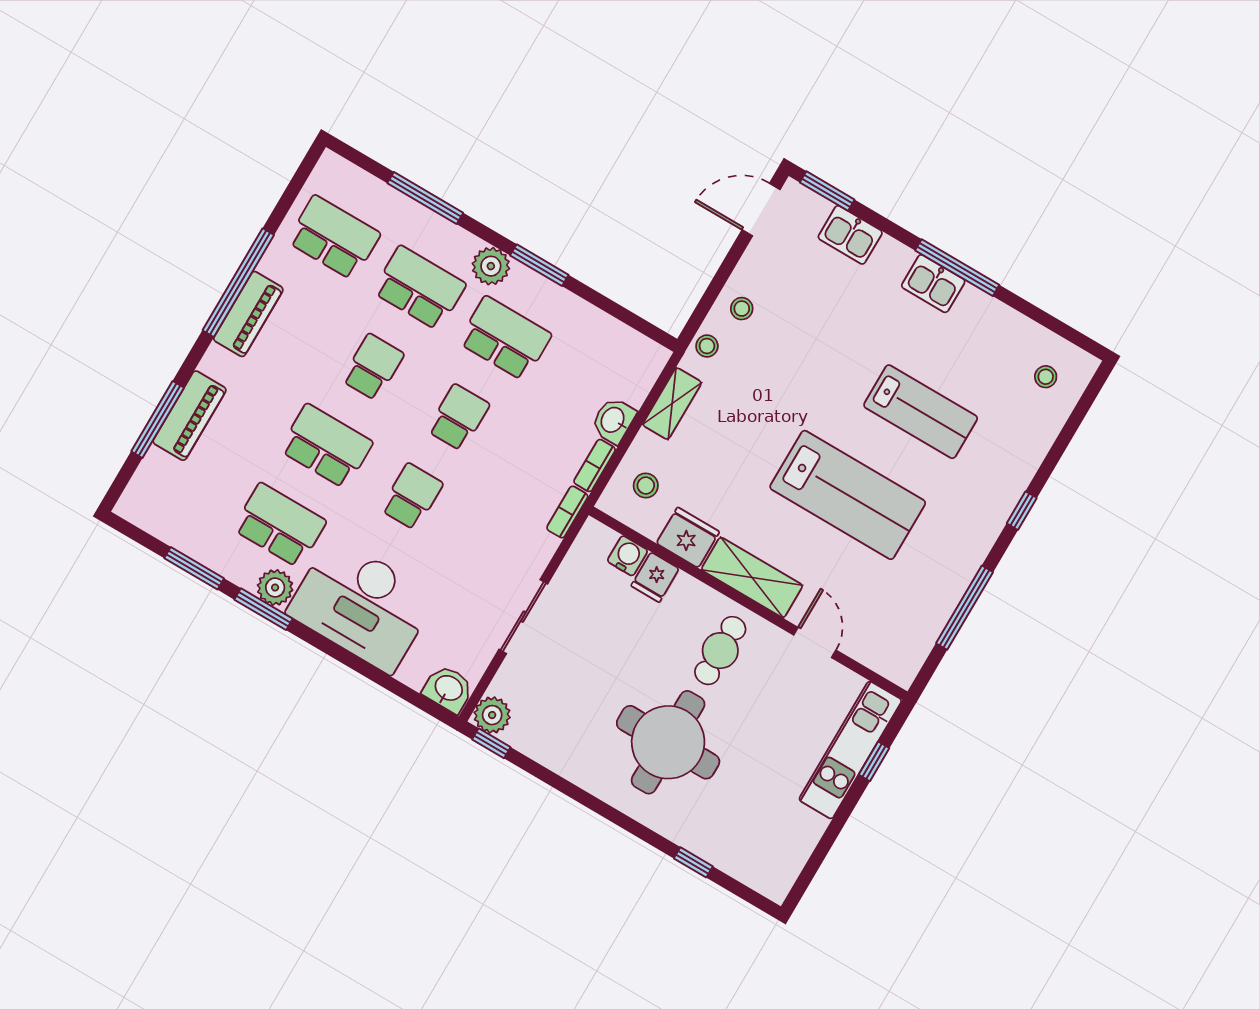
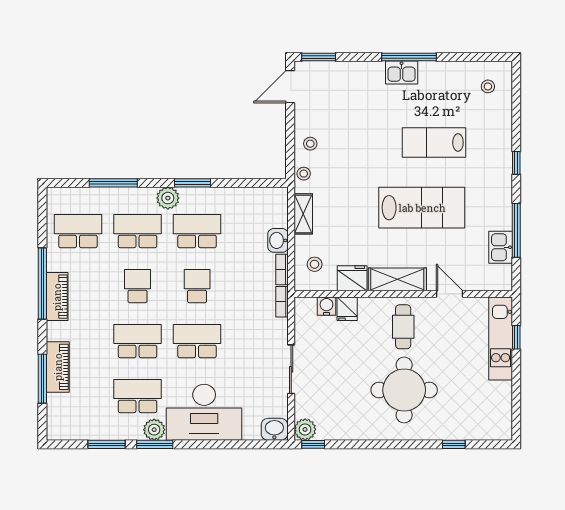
kitchen sink: (850, 235) -> (501, 247), moved, turned 90
lab bench: (921, 412) -> (434, 143), turned 180
school desk: (412, 496) -> (197, 341), width x1.85

